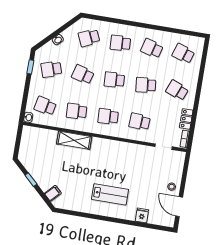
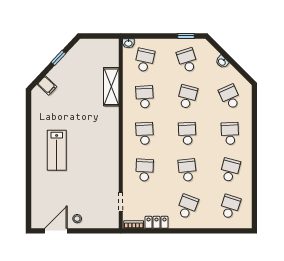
shelving: (74, 140) -> (111, 87), moved
fridge: (142, 215) -> (39, 190), removed

